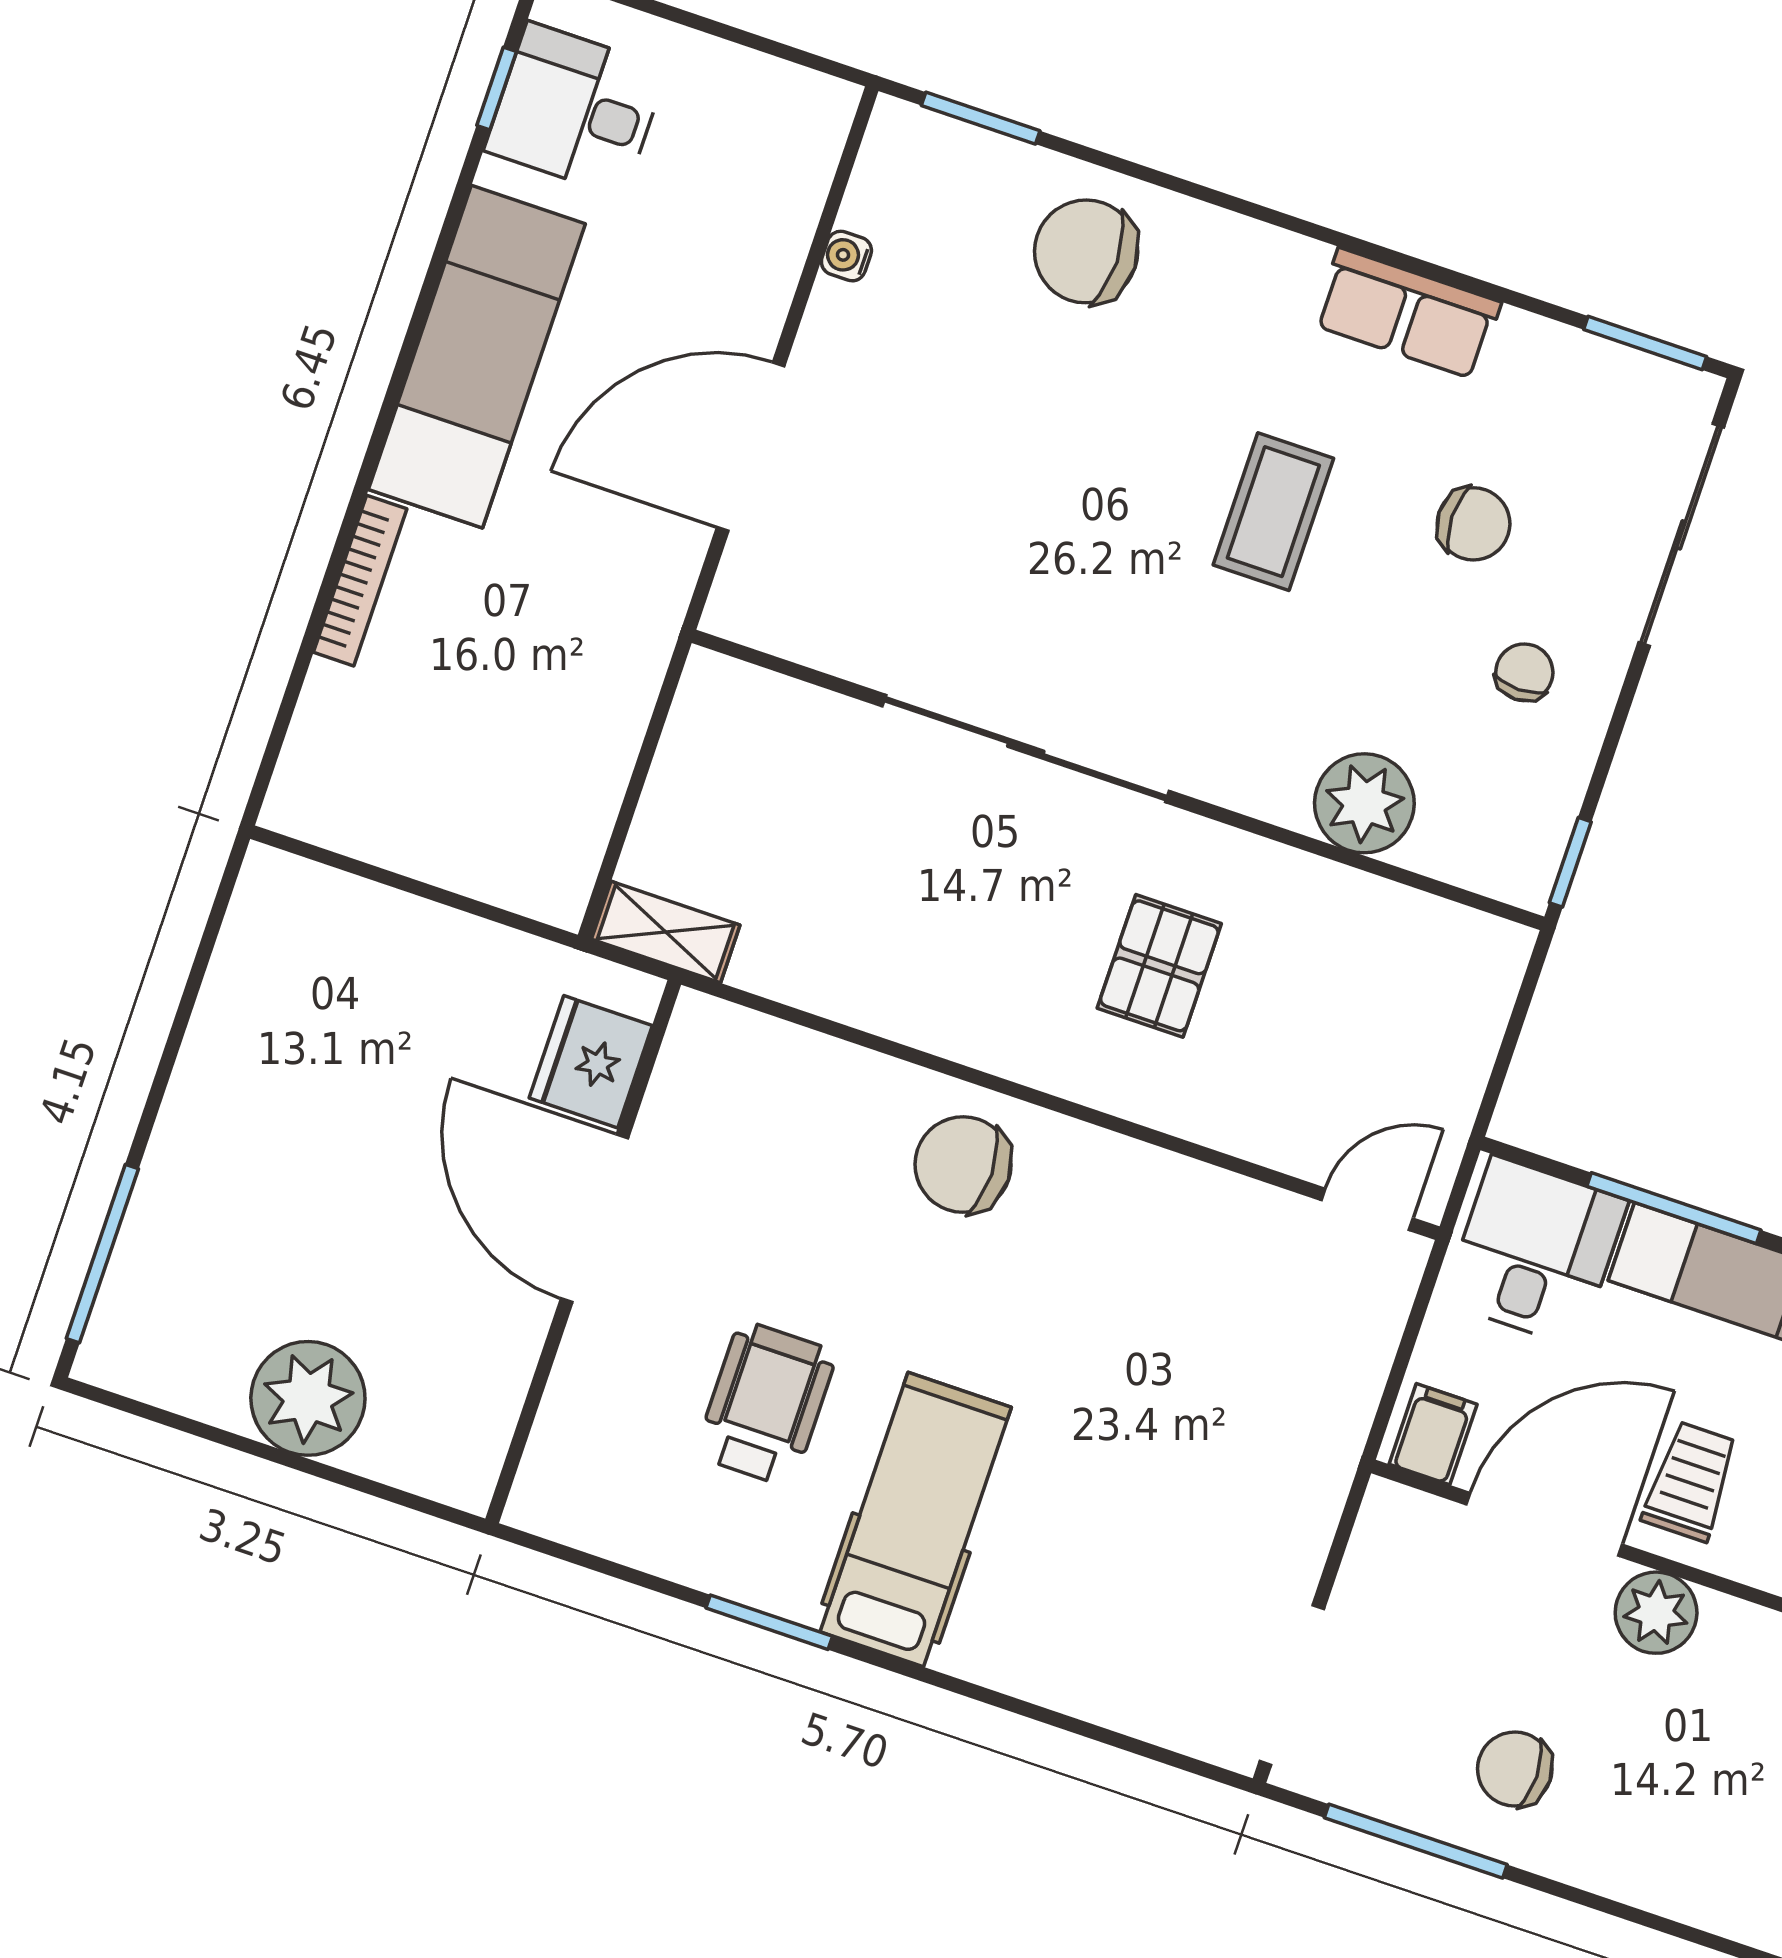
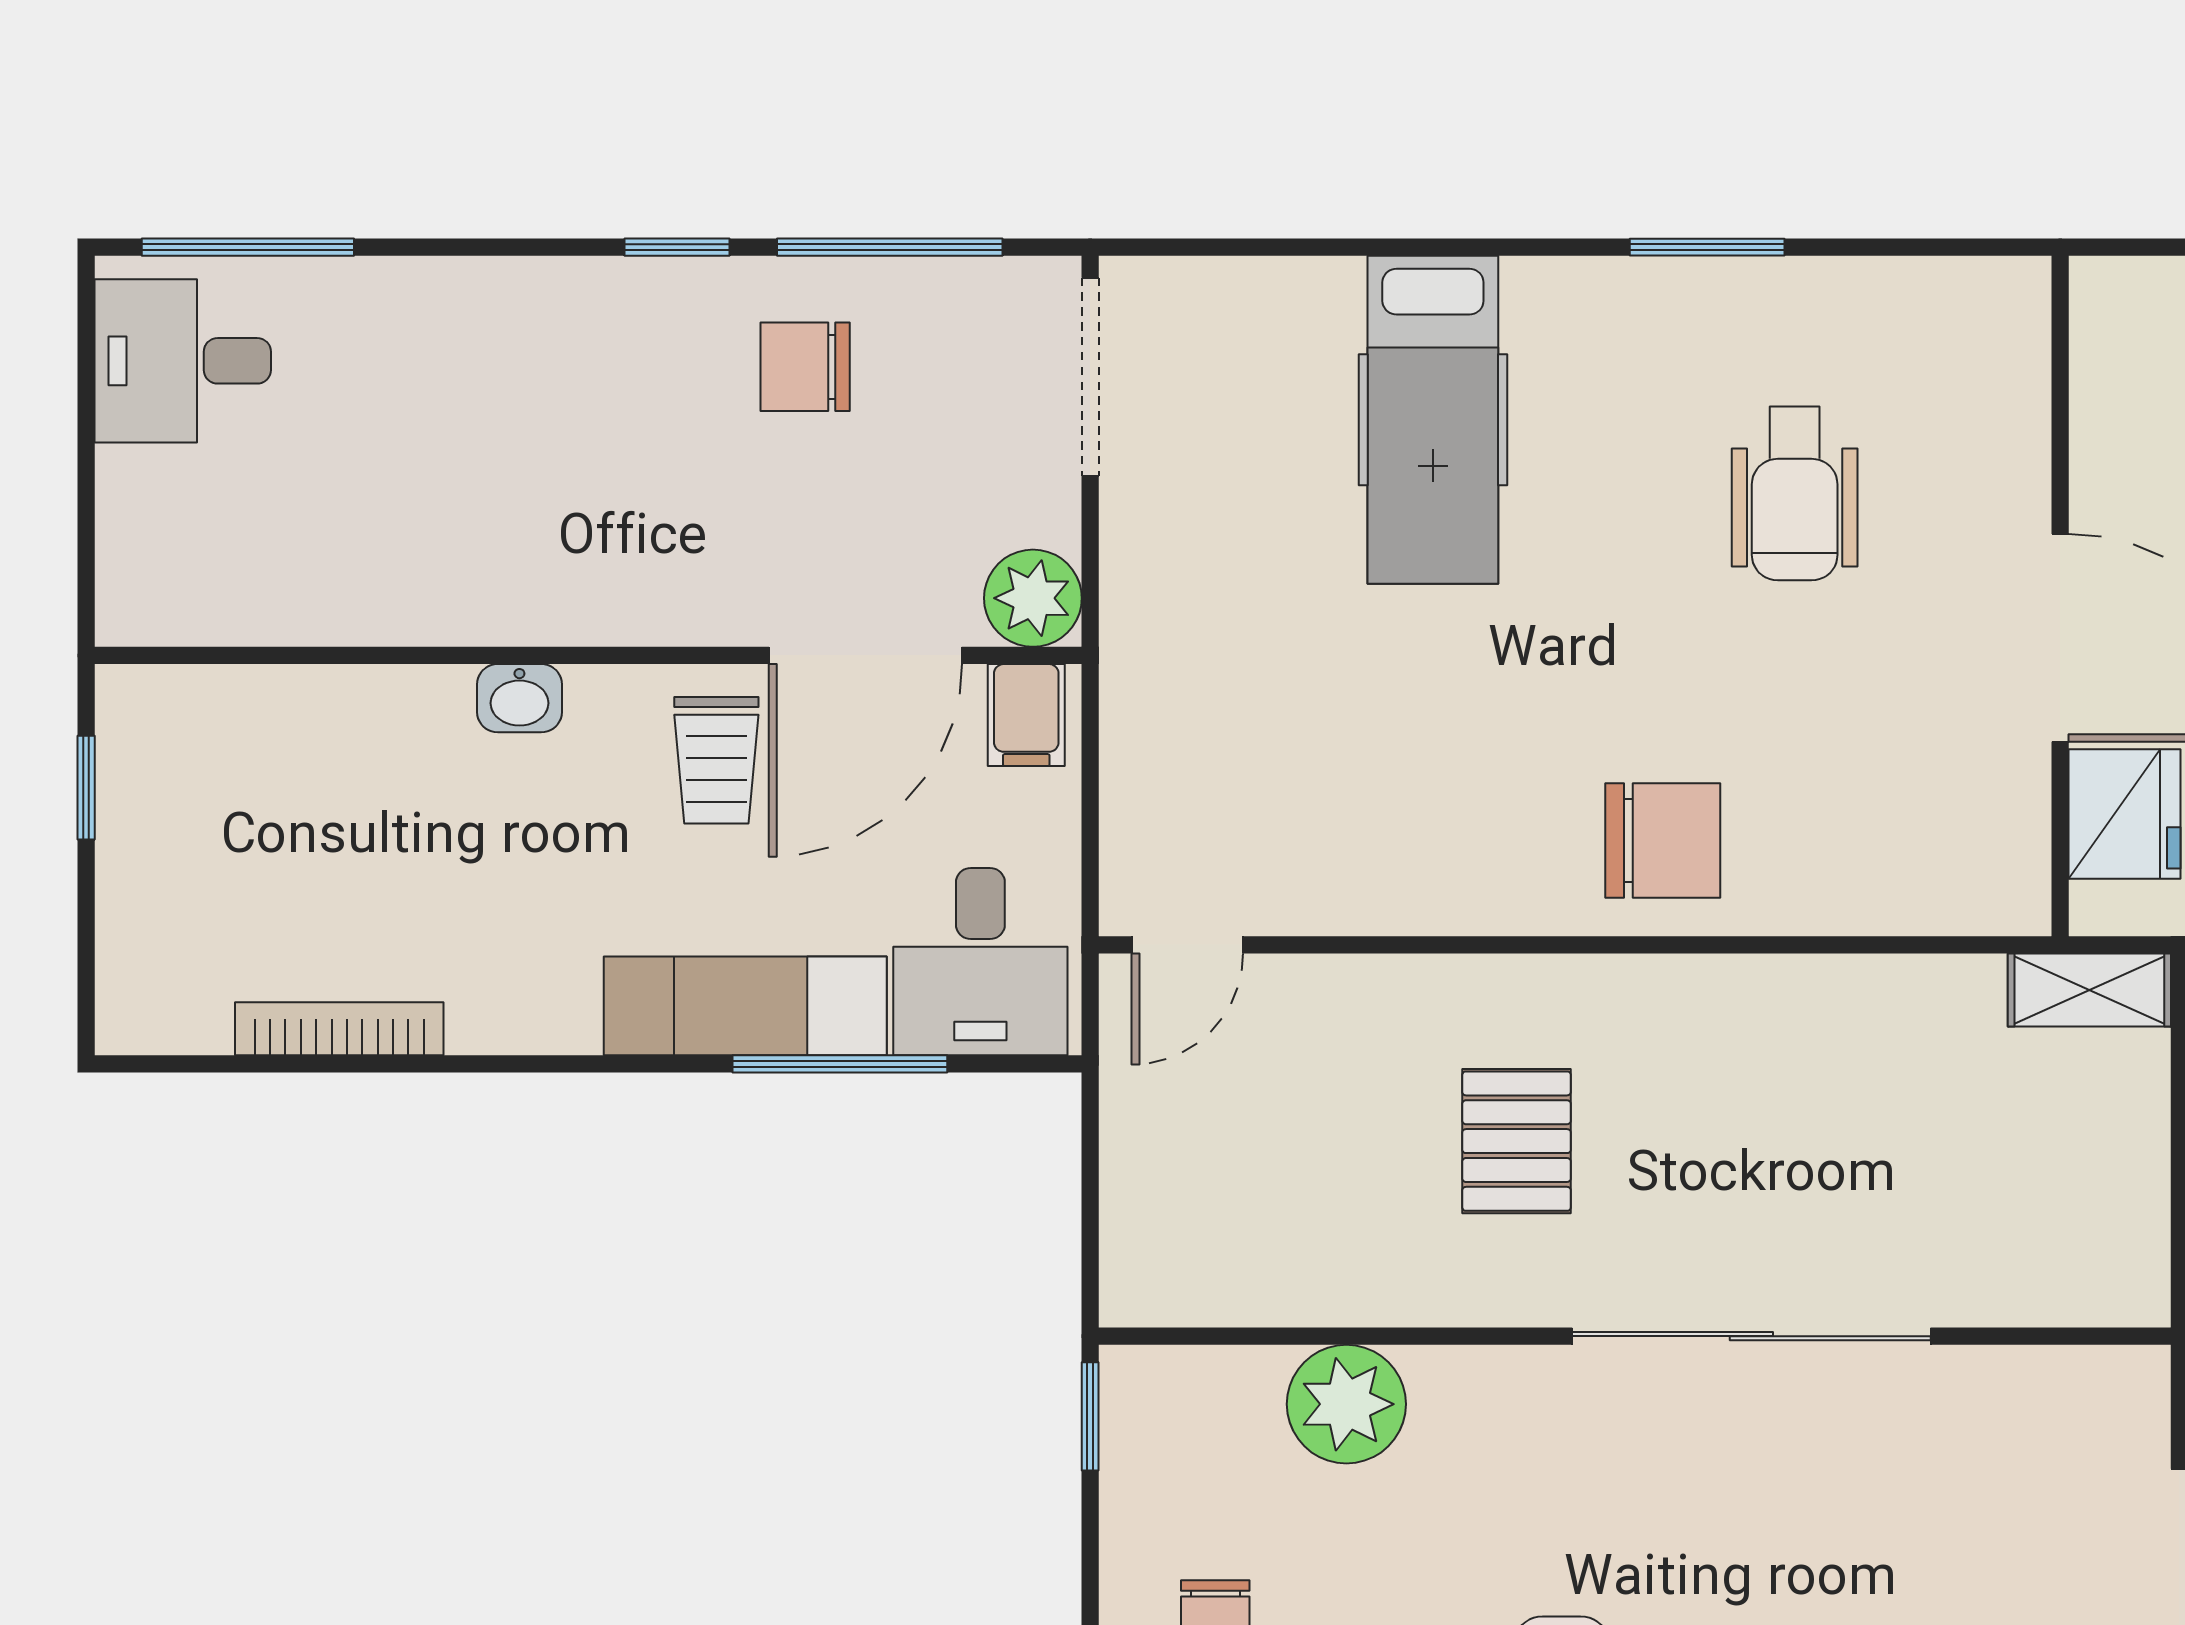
hospital bed: (916, 1520) -> (1433, 420), moved
plant: (1656, 1613) -> (1033, 598), moved
chair: (1515, 1769) -> (805, 367), turned 180
window: (1584, 1898) -> (677, 247), added

